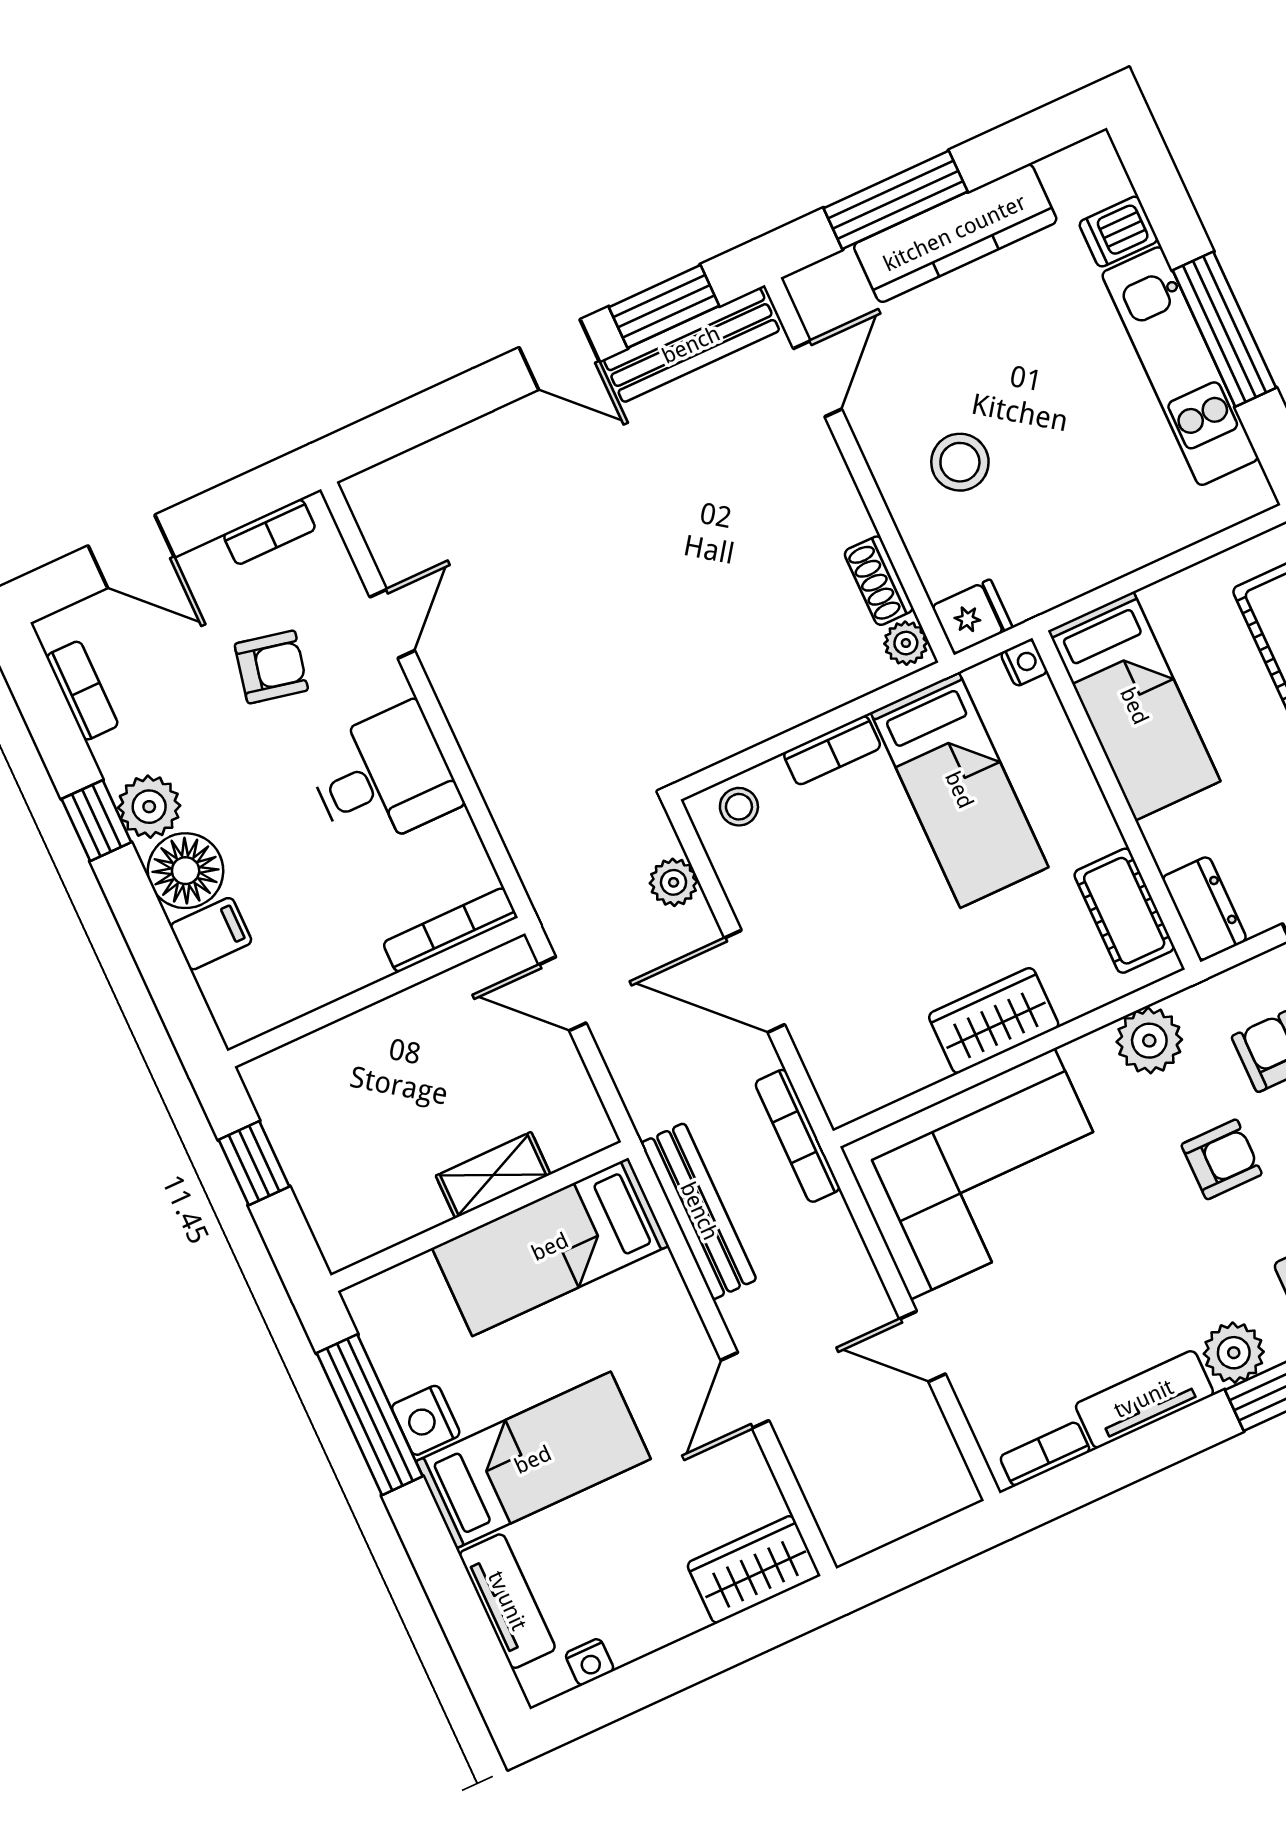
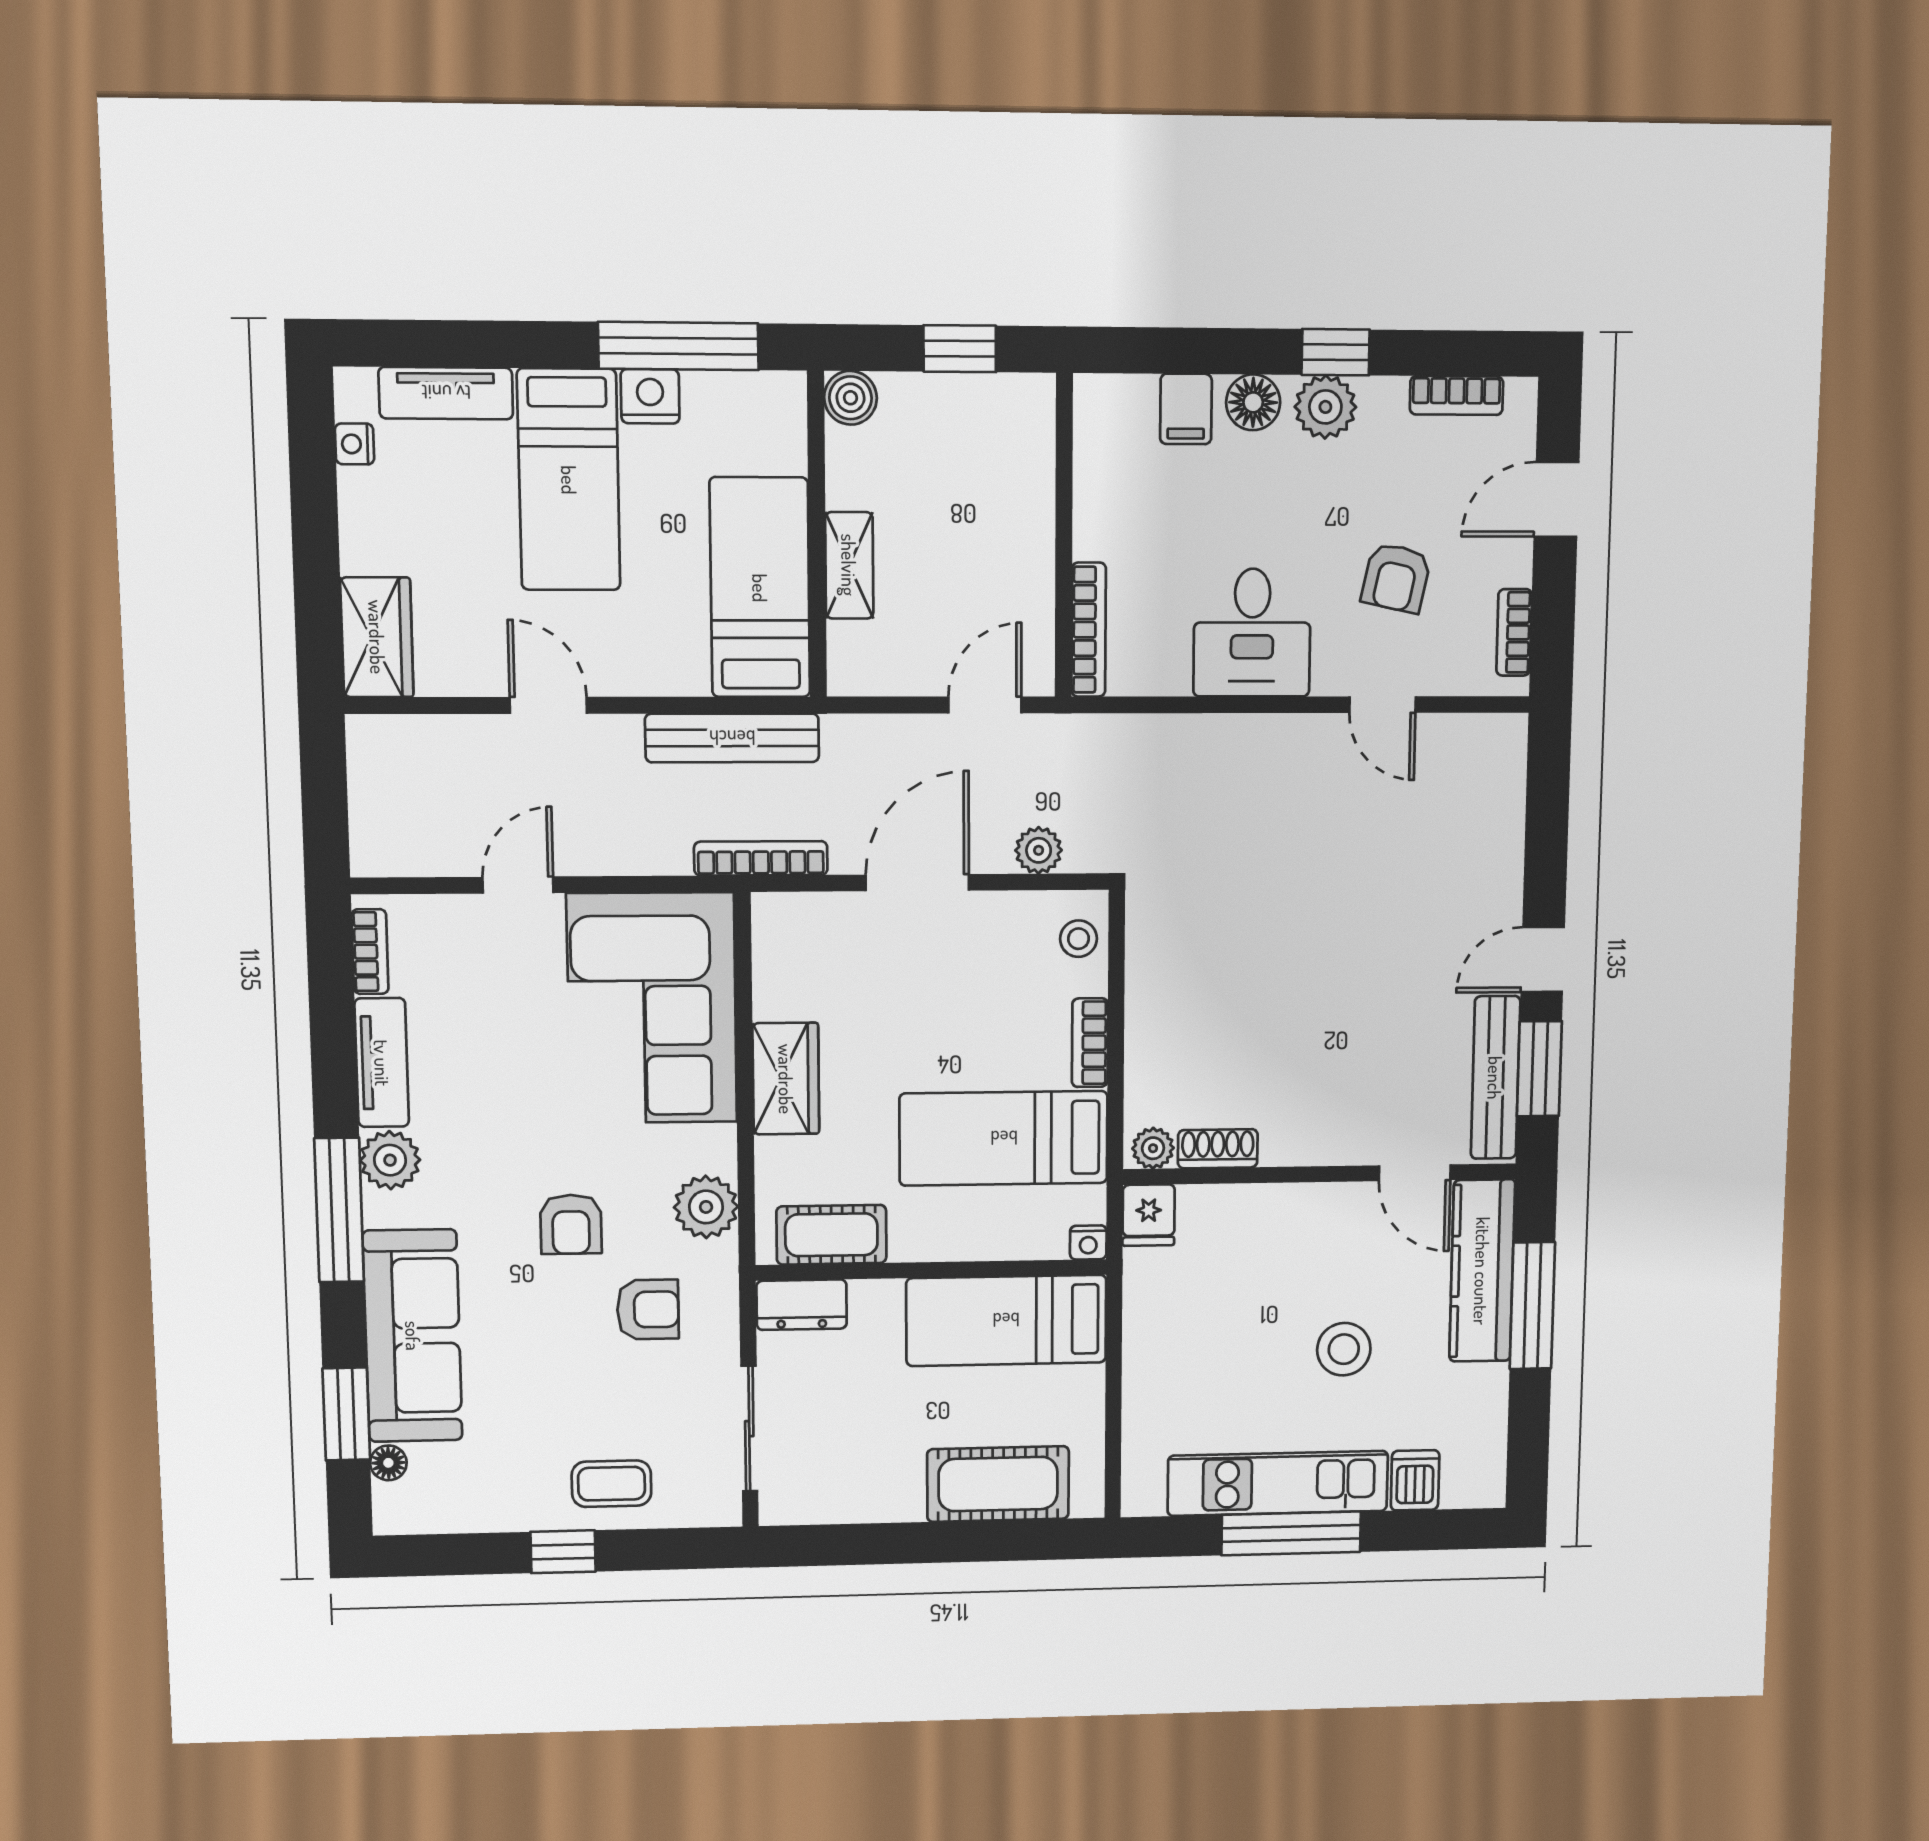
kitchen counter: (955, 233) -> (1482, 1271), moved
stool: (960, 462) -> (1344, 1349), moved
floor lamp: (186, 871) -> (1253, 402), width x0.73, depth x0.73
boiler: (343, 1241) -> (850, 398), added

